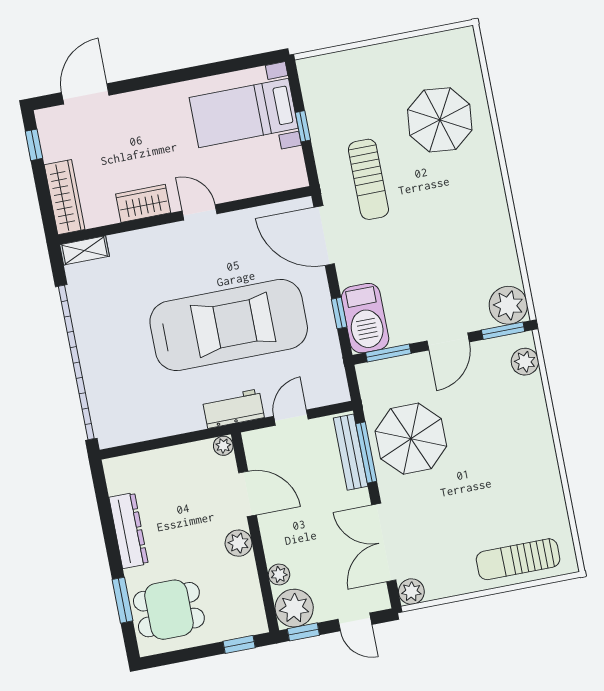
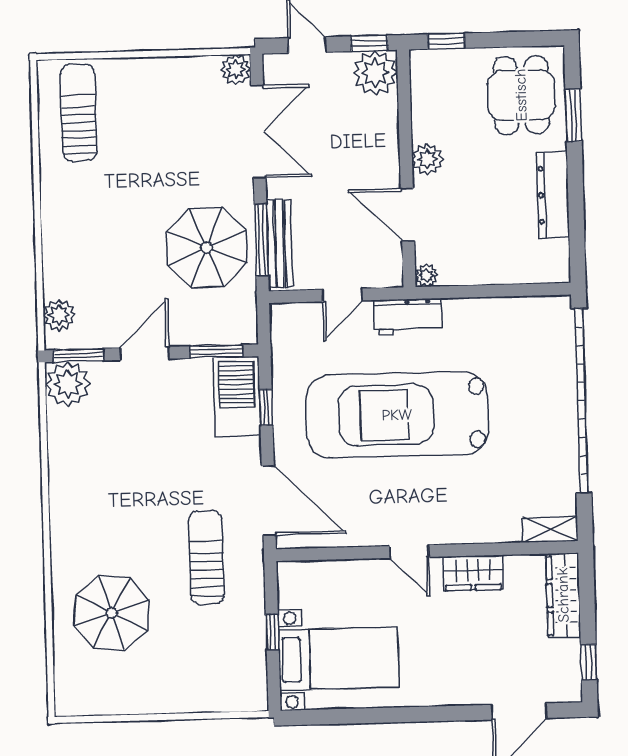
sun lounger: (518, 559) -> (79, 113), moved, turned -90
plant: (279, 575) -> (386, 115), removed
dining table: (169, 610) -> (521, 95), turned 90

